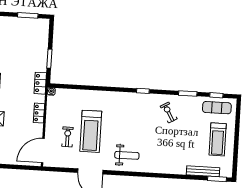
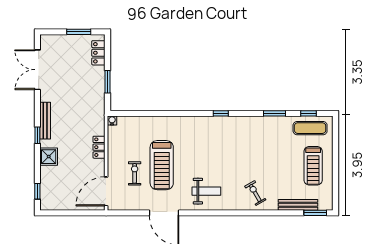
locker: (40, 83) -> (98, 53), moved
exercise bike: (169, 113) -> (255, 193), moved

